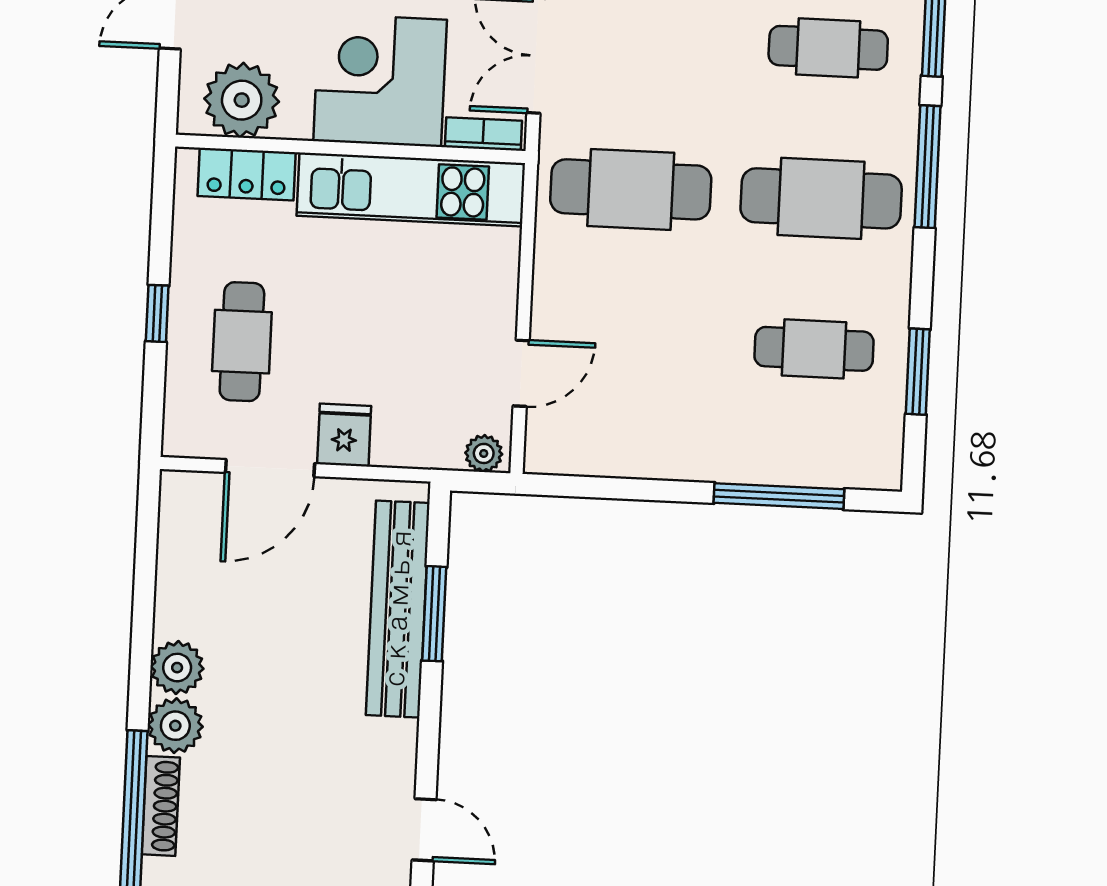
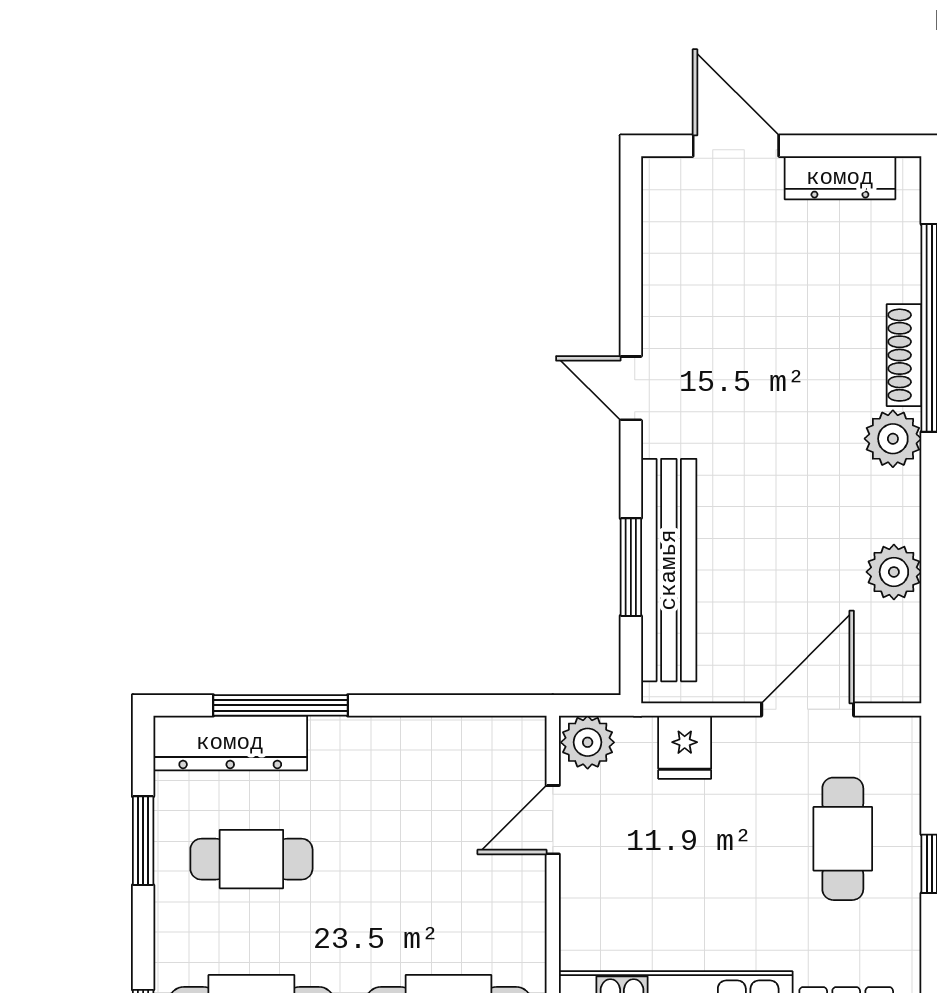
fridge: (344, 435) -> (685, 747), moved
plant: (484, 453) -> (588, 742), width x1.38, depth x1.38
dresser: (829, 462) -> (230, 743), added
plant: (177, 668) -> (894, 572), moved
door: (424, 830) -> (631, 388), moved

